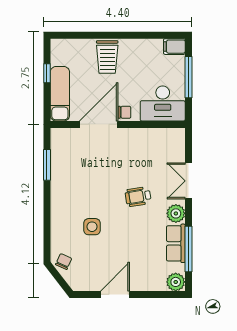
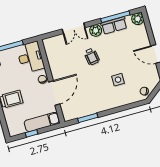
door: (99, 124) -> (54, 93), swing flipped

